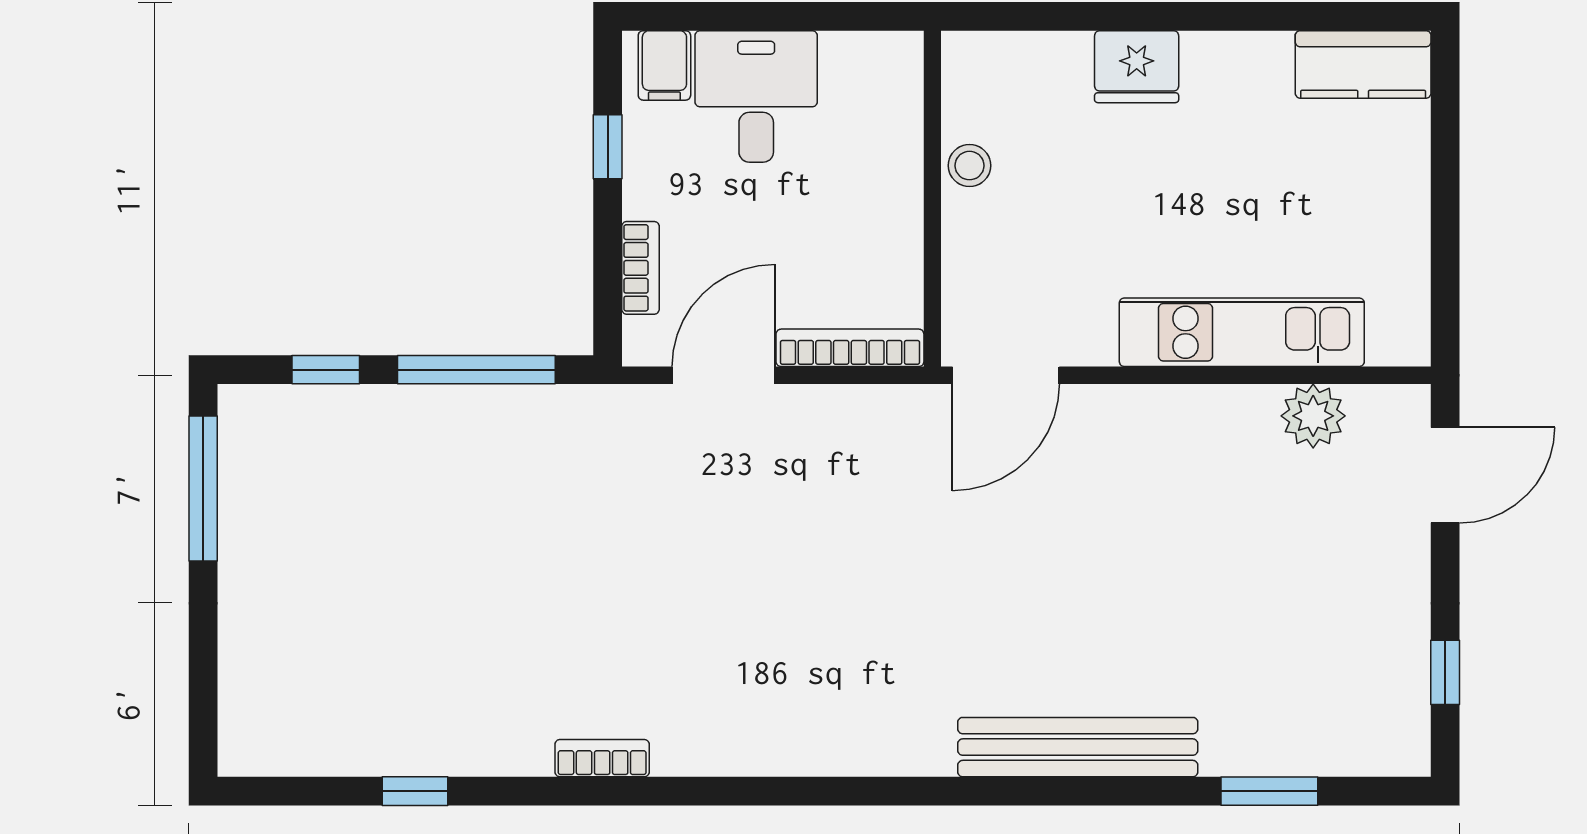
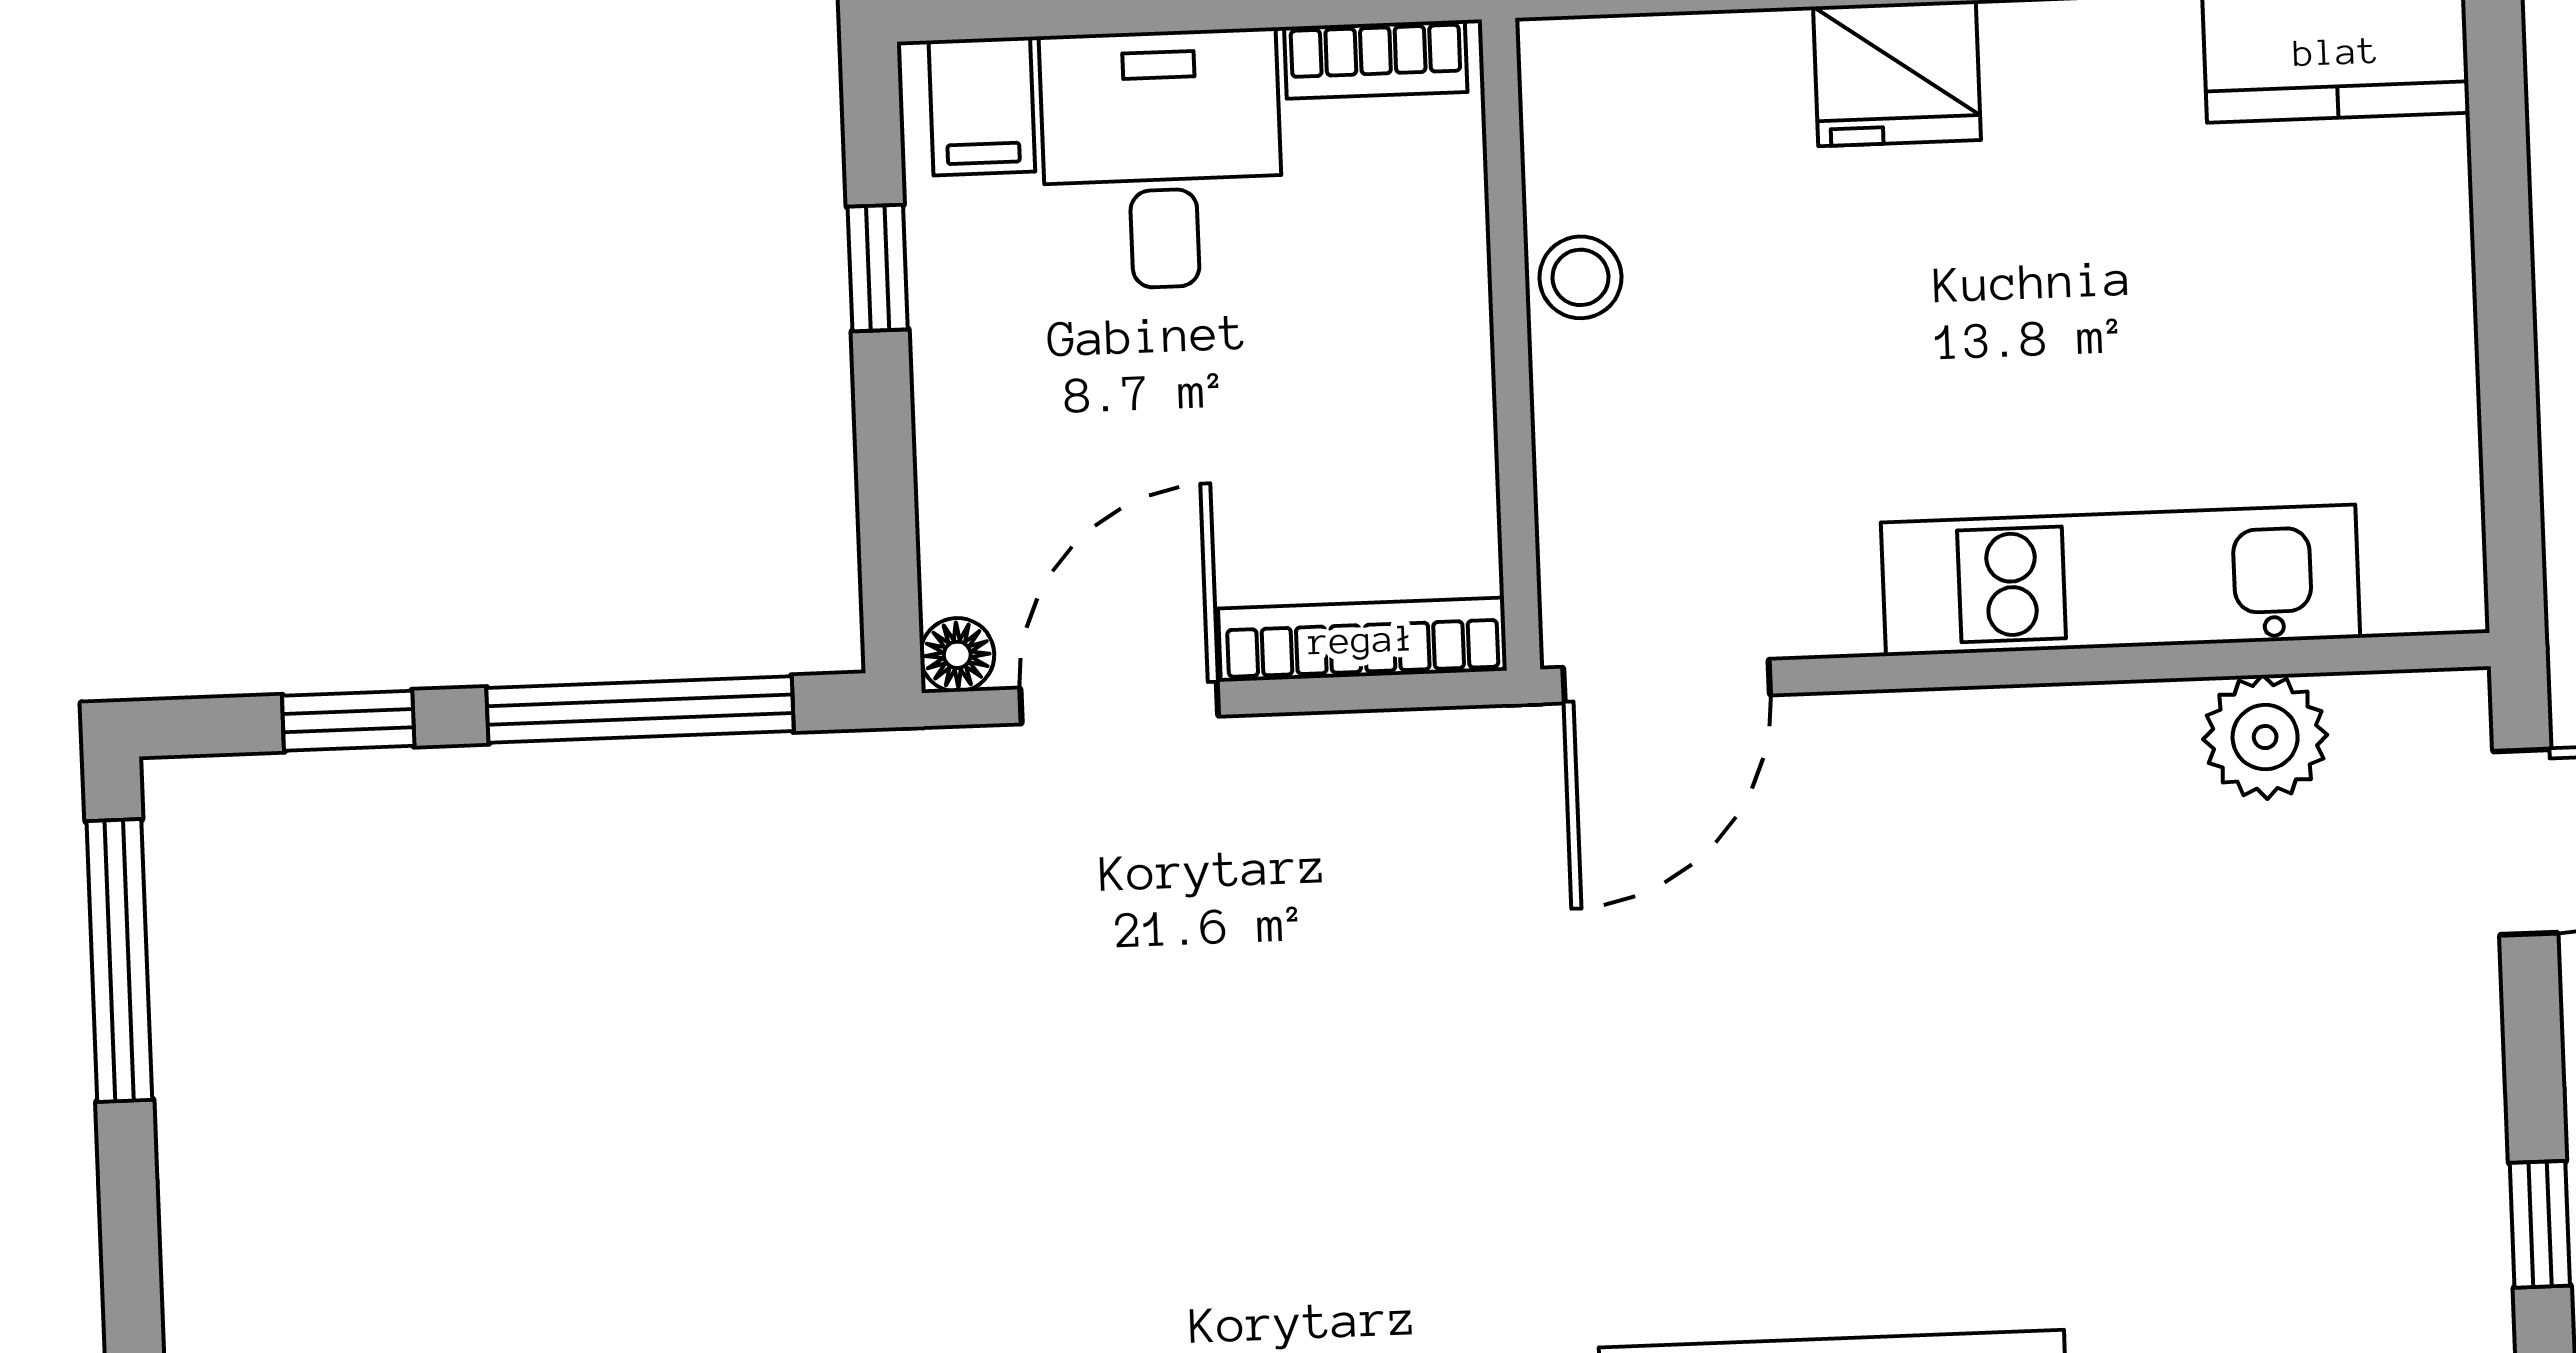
bookcase: (640, 268) -> (1376, 59), moved, turned 90
floor lamp: (641, 348) -> (957, 655), added

